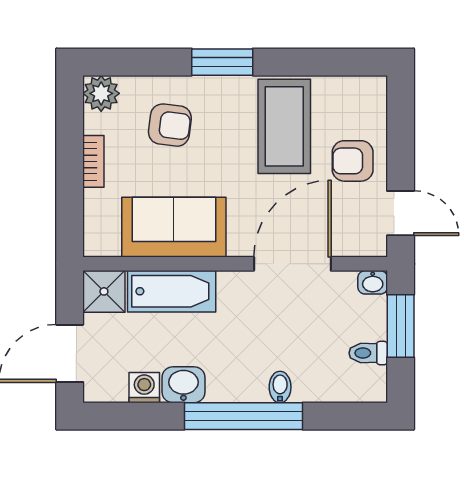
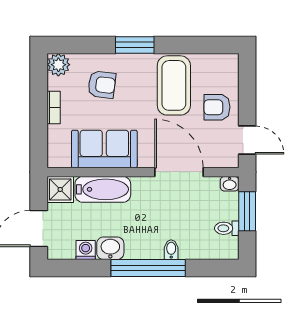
door: (292, 264) -> (179, 172), hinge flipped

